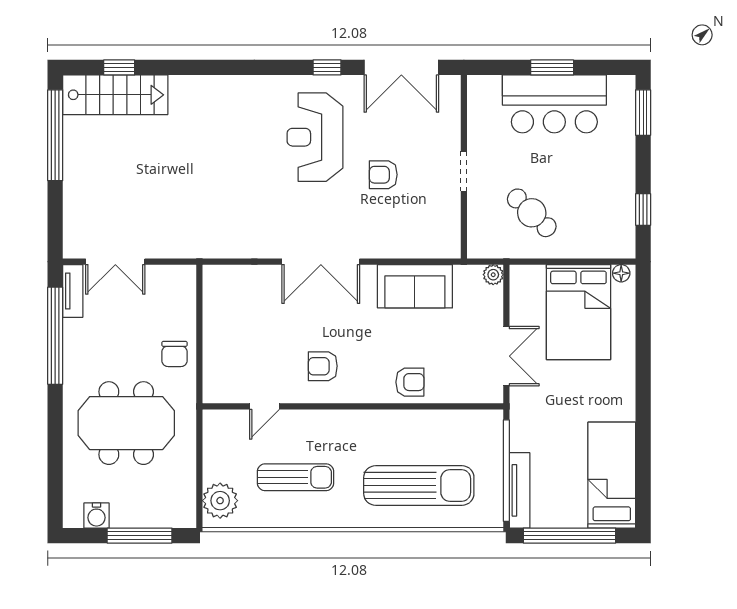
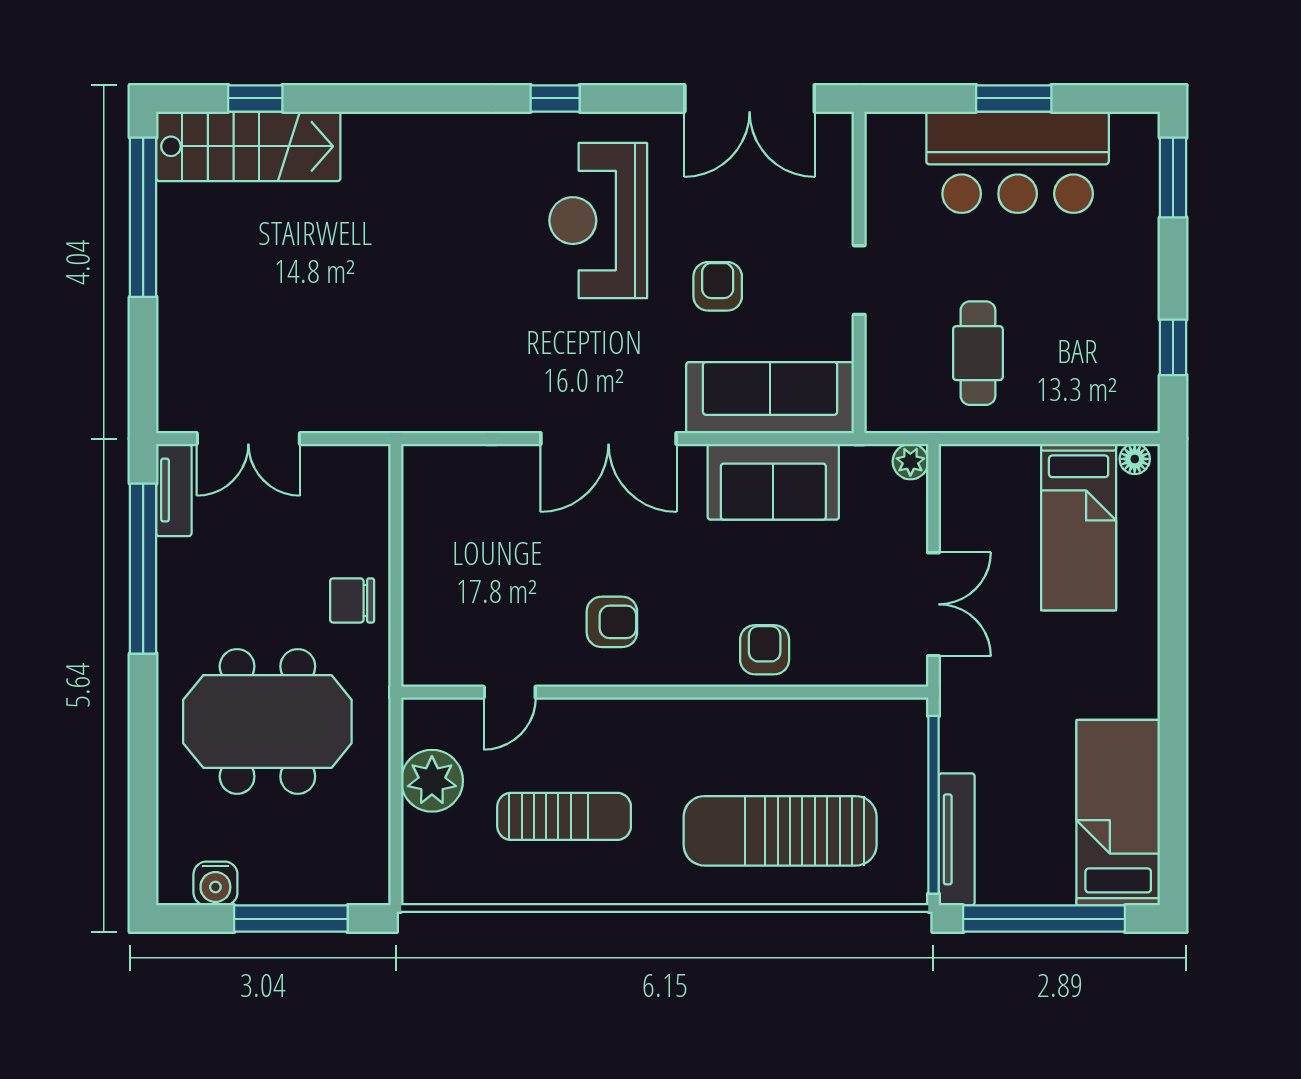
window: (327, 67) -> (555, 98), moved
armchair: (383, 175) -> (718, 286), turned 90
cafe table: (532, 213) -> (978, 353), turned 46
sofa: (413, 238) -> (770, 398), added
bed: (578, 312) -> (1079, 527), width x0.67
chair: (174, 354) -> (352, 600), turned 90
armchair: (323, 366) -> (612, 622), turned 180
armchair: (410, 382) -> (765, 650), turned -90
sun lounger: (419, 486) -> (780, 831), turned 180
plant: (220, 501) -> (432, 781), moved

